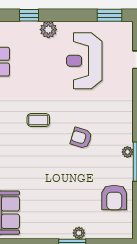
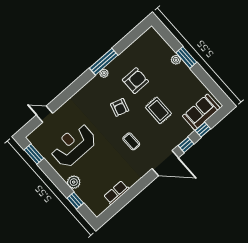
reception desk: (84, 61) -> (73, 145), turned 180
rug: (45, 173) -> (158, 110), added
armchair: (114, 198) -> (135, 81), moved

